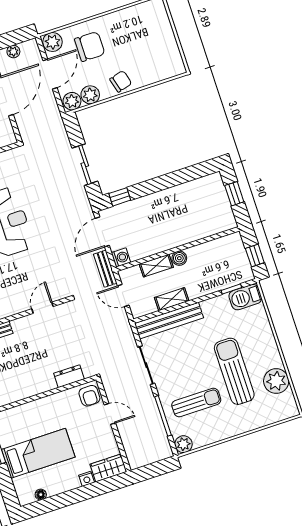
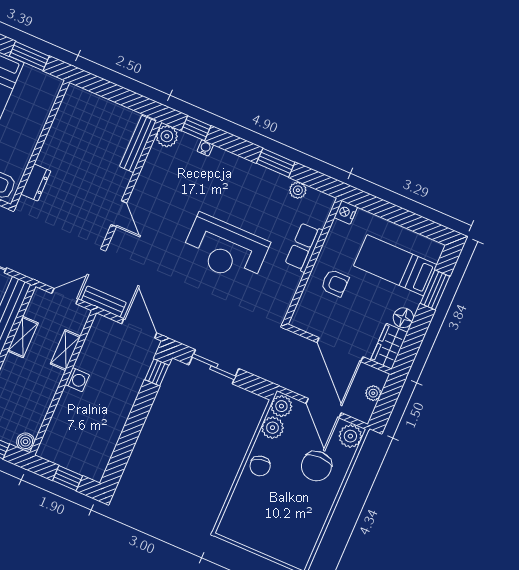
washing machine: (121, 258) -> (77, 380), moved, turned -90
boiler: (179, 258) -> (25, 442), moved

